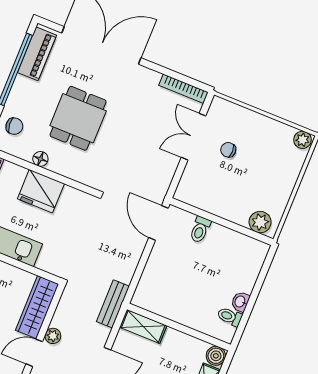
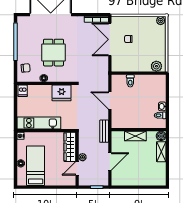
piano: (37, 54) -> (23, 31), removed
double door: (193, 137) -> (110, 39), width x1.37
fridge: (41, 191) -> (62, 93), moved
door: (158, 223) -> (110, 101), moved
shelving: (143, 326) -> (135, 136), moved

